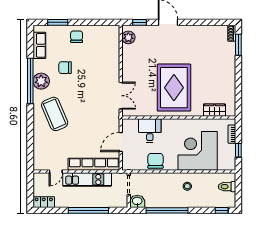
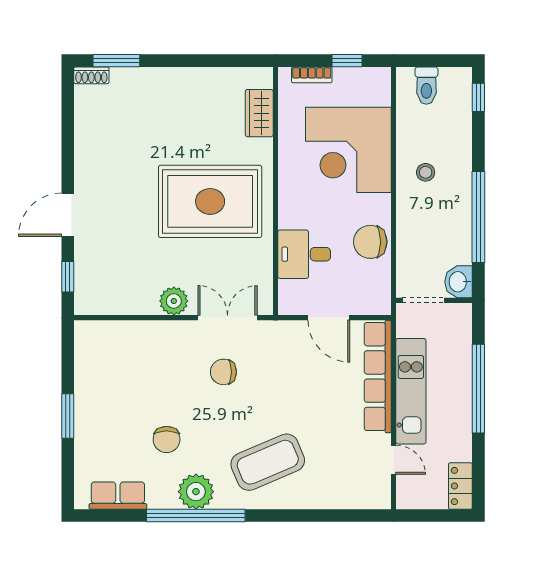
window: (58, 22) -> (68, 416), moved
chair: (77, 37) -> (223, 372), moved
plant: (128, 37) -> (174, 301), moved

